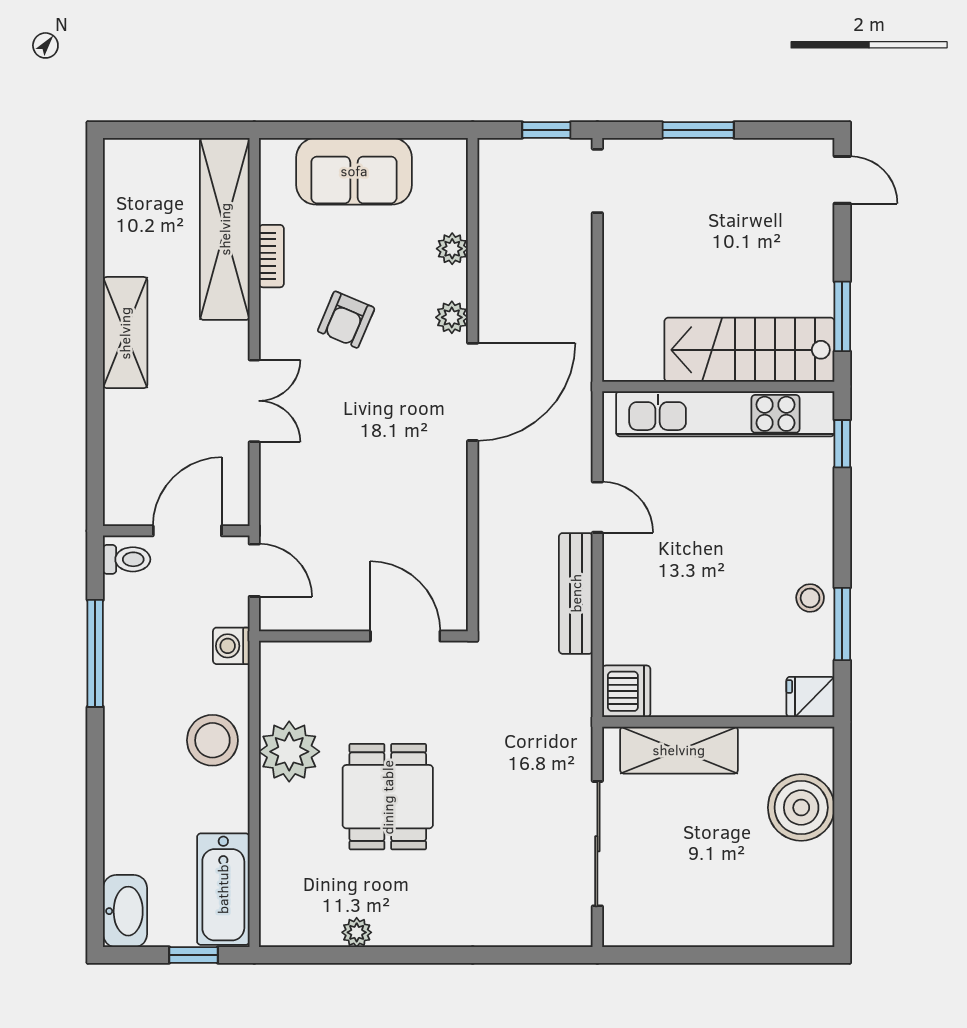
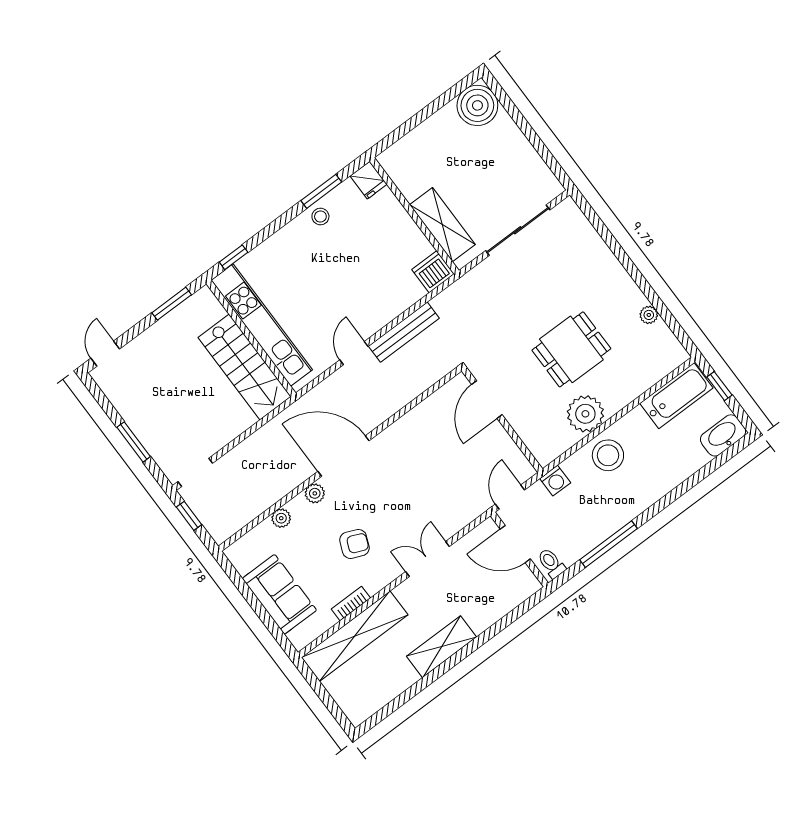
stairs: (749, 350) -> (245, 367), moved
boiler: (801, 808) -> (477, 105), moved

